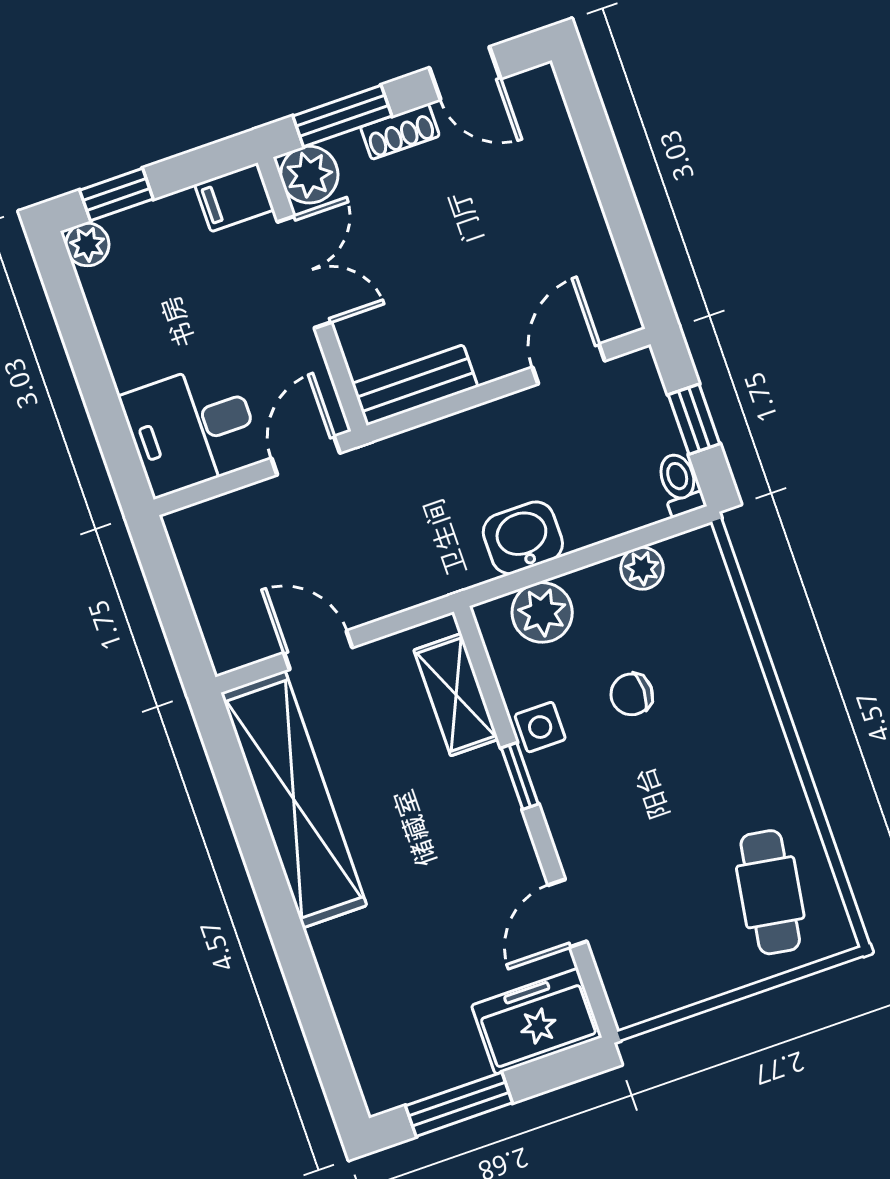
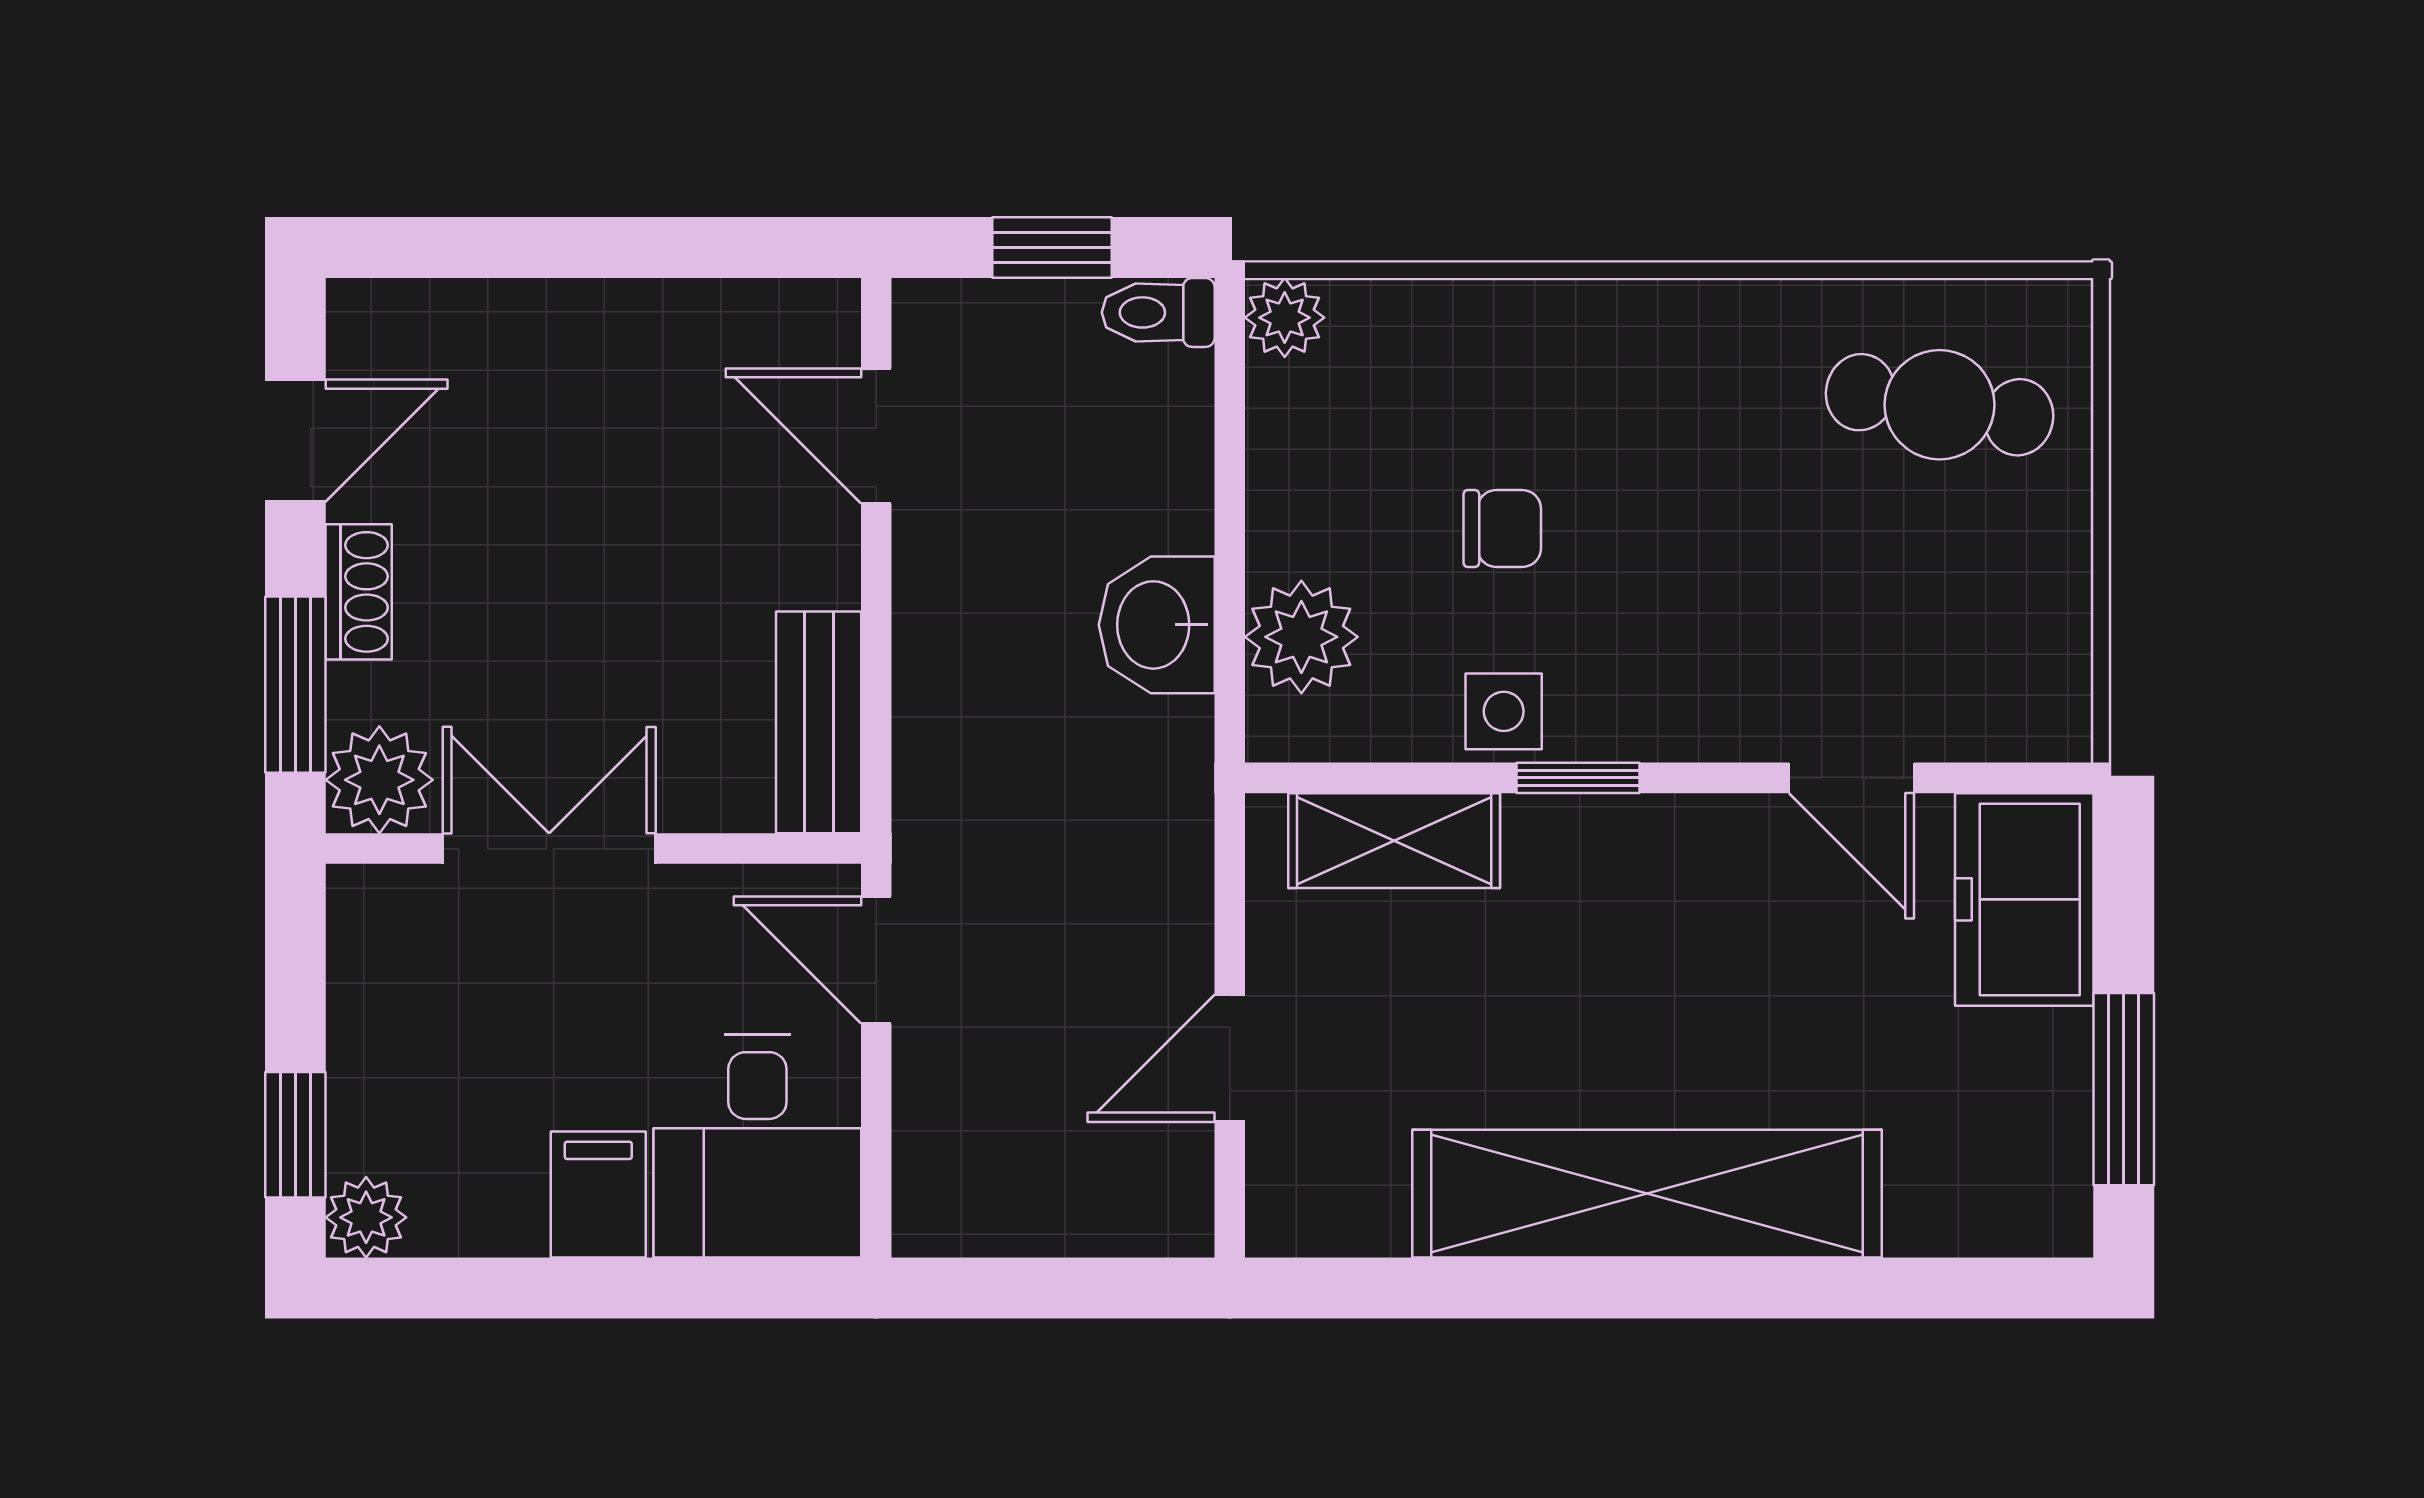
filing cabinet: (234, 197) -> (598, 1195), moved, turned 180
plant: (642, 568) -> (1285, 318), moved
chair: (632, 694) -> (1502, 528), turned -90
shelving: (294, 799) -> (1647, 1194), moved

